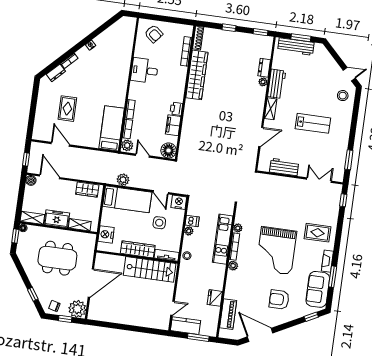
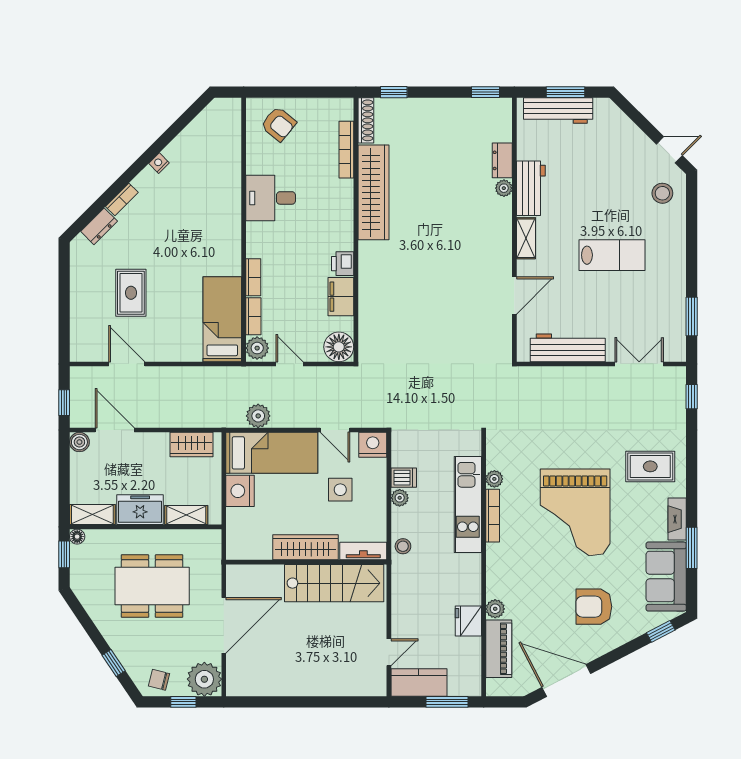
window: (229, 28) -> (394, 92), moved
workbench: (284, 167) -> (568, 348), width x1.38
nightstand: (106, 234) -> (240, 491), moved
plant: (233, 266) -> (495, 609), moved

